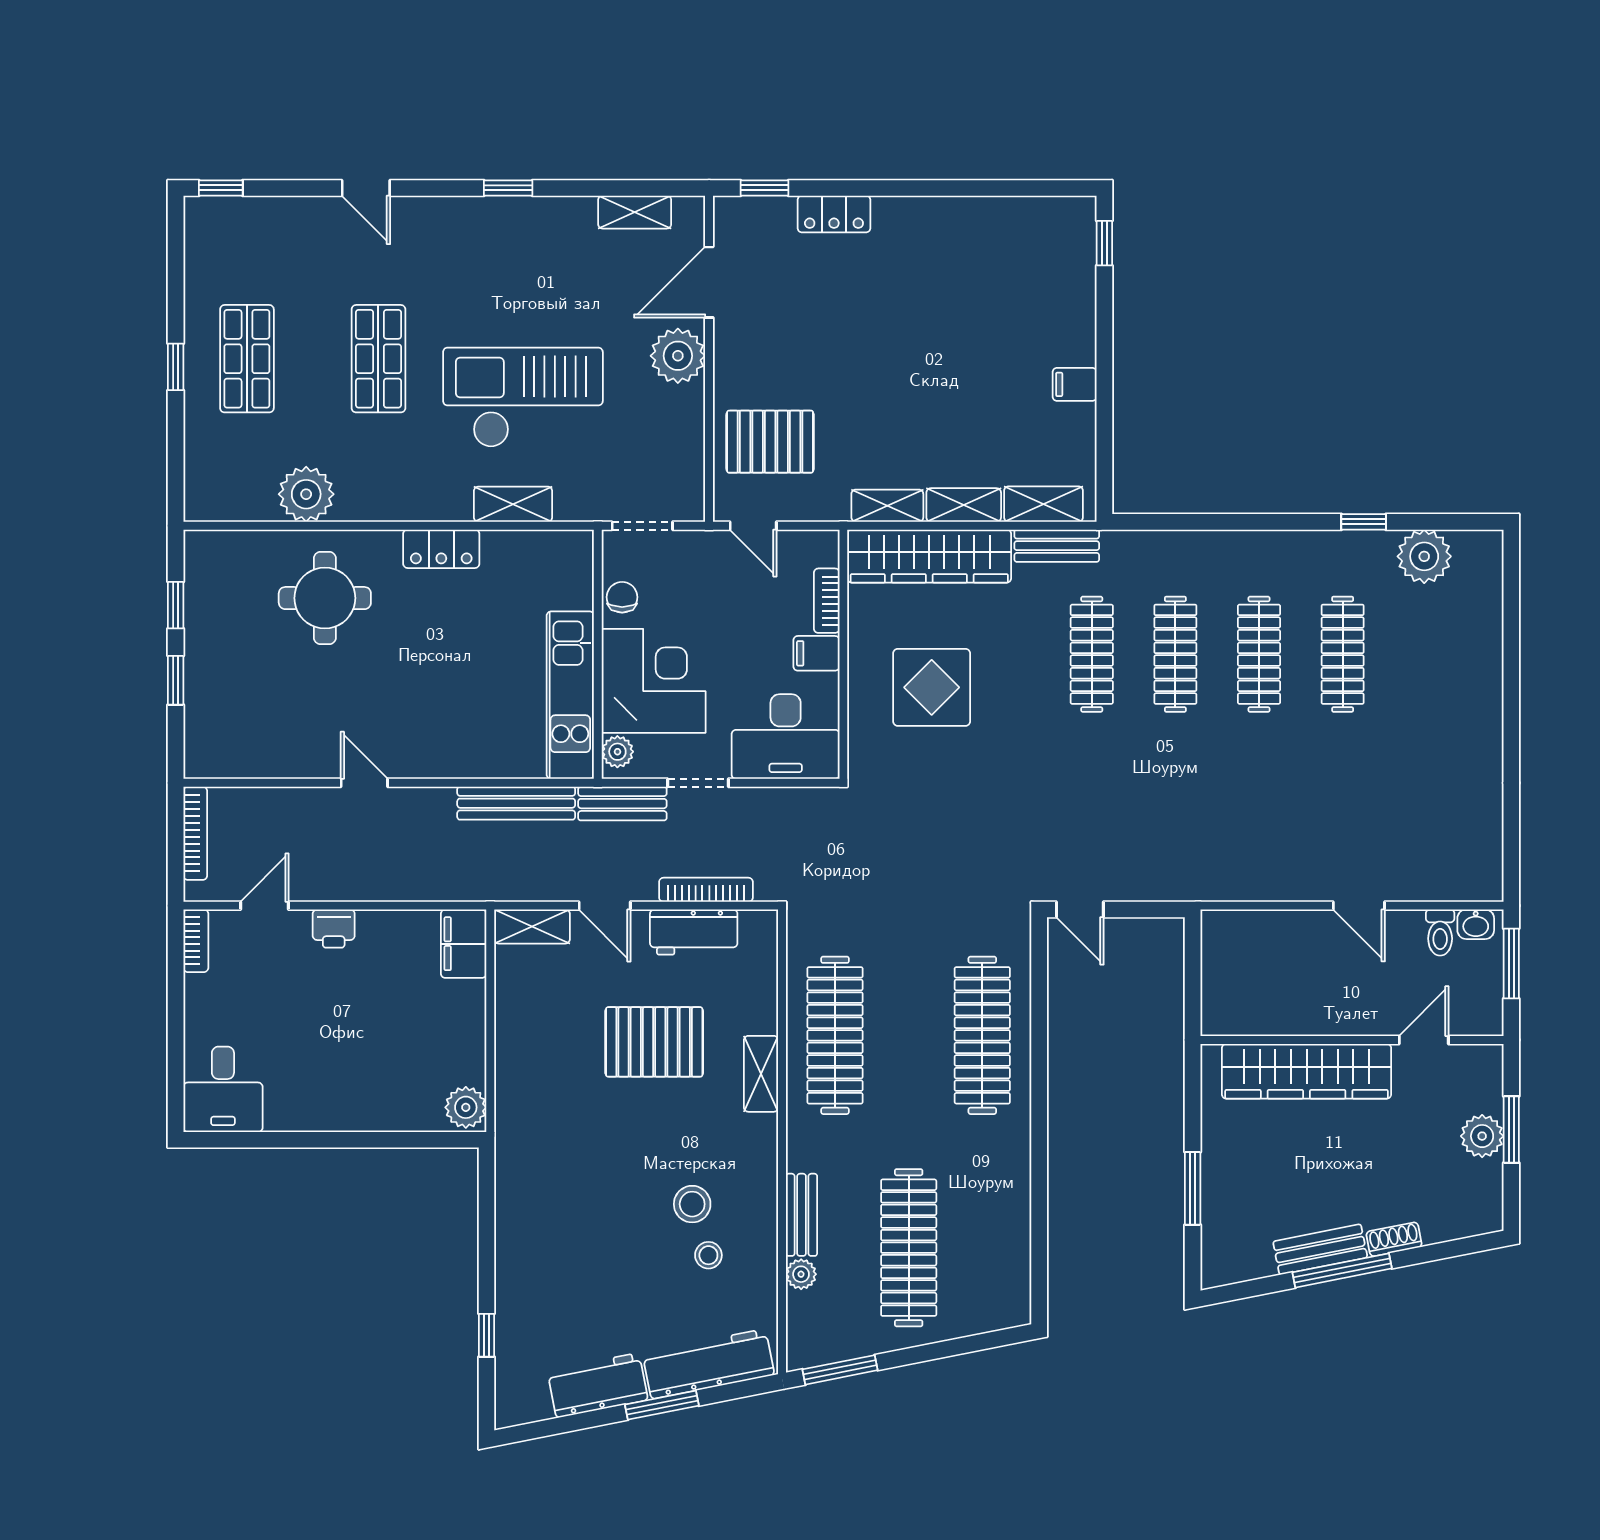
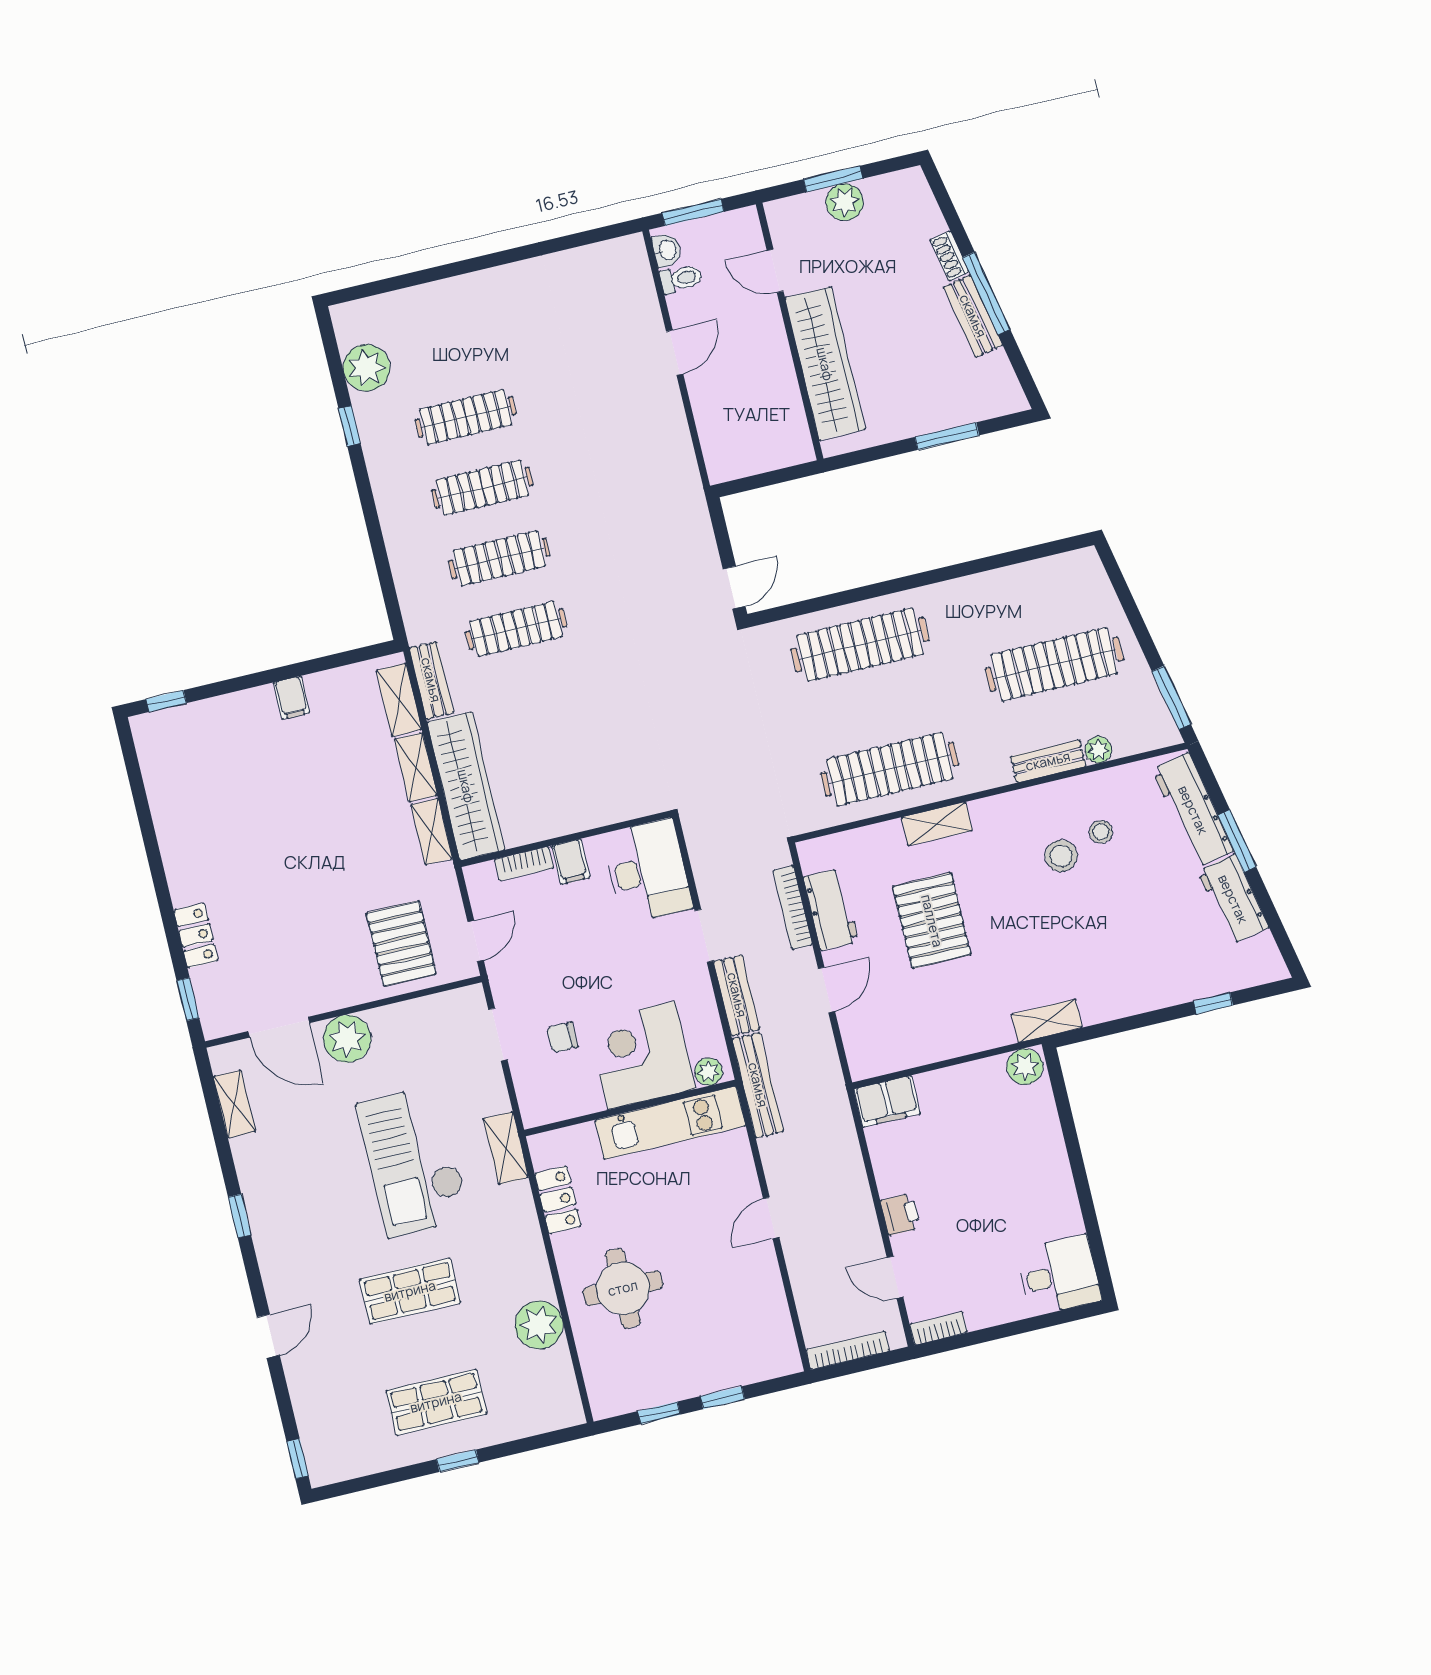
wall: (598, 654) -> (630, 1108), moved
corner desk: (654, 681) -> (641, 1055), moved
display table: (932, 687) -> (576, 758), removed
kitchen unit: (570, 695) -> (670, 1123), moved
plant: (617, 752) -> (709, 1072), moved
shelving: (532, 926) -> (1047, 1021), moved, turned 90

